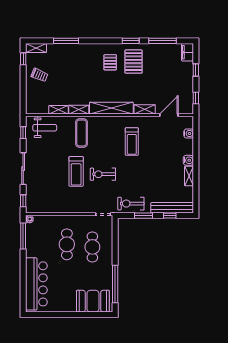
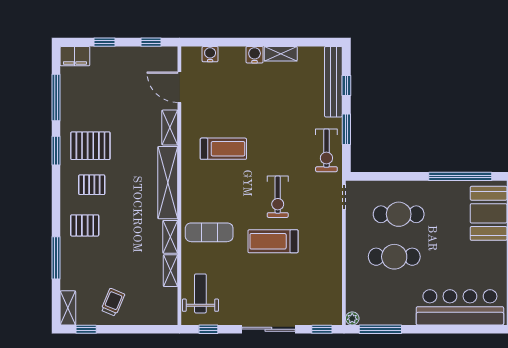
pallet: (86, 58) -> (85, 225), added
treadmill: (76, 171) -> (273, 241), turned 180

